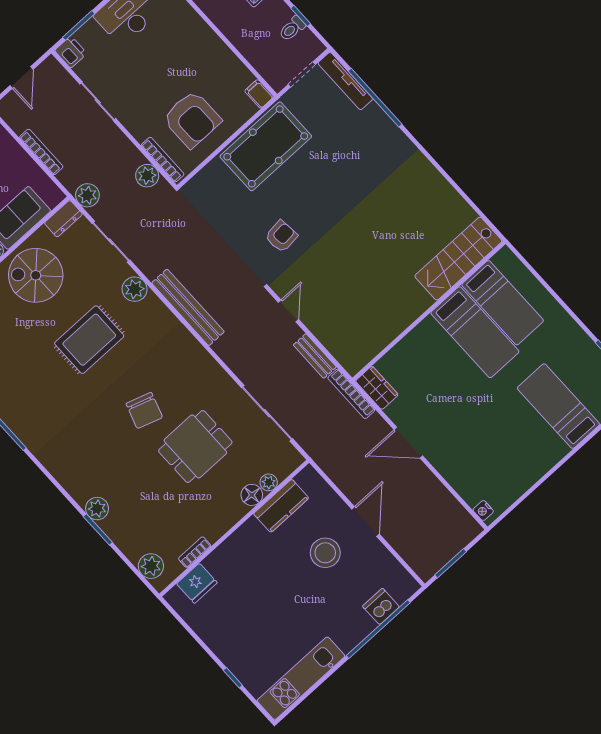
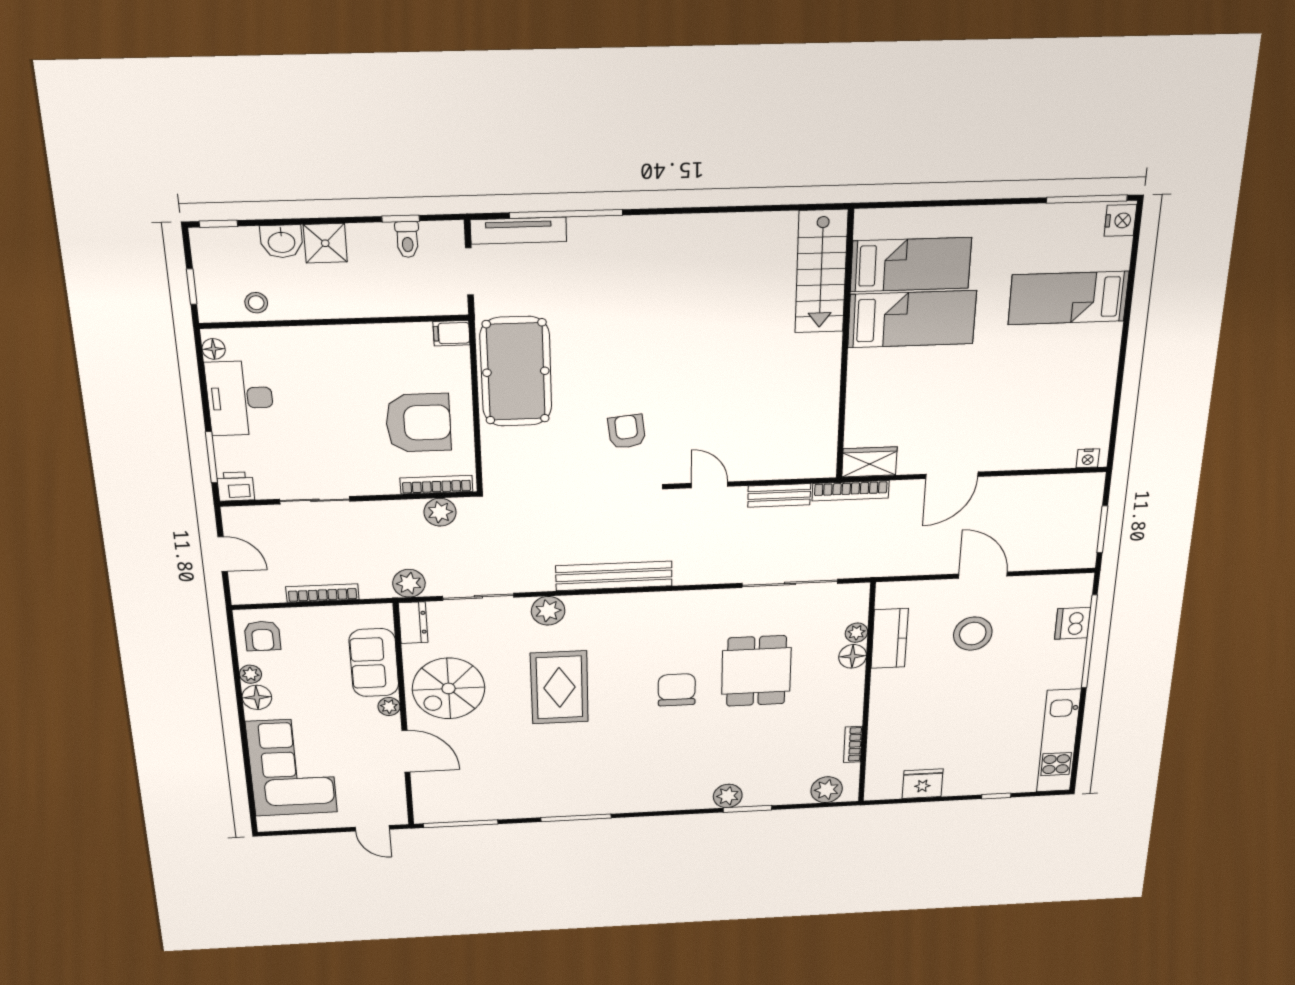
chair: (144, 410) -> (677, 690), turned -108
fridge: (197, 583) -> (923, 784), moved, turned -90

